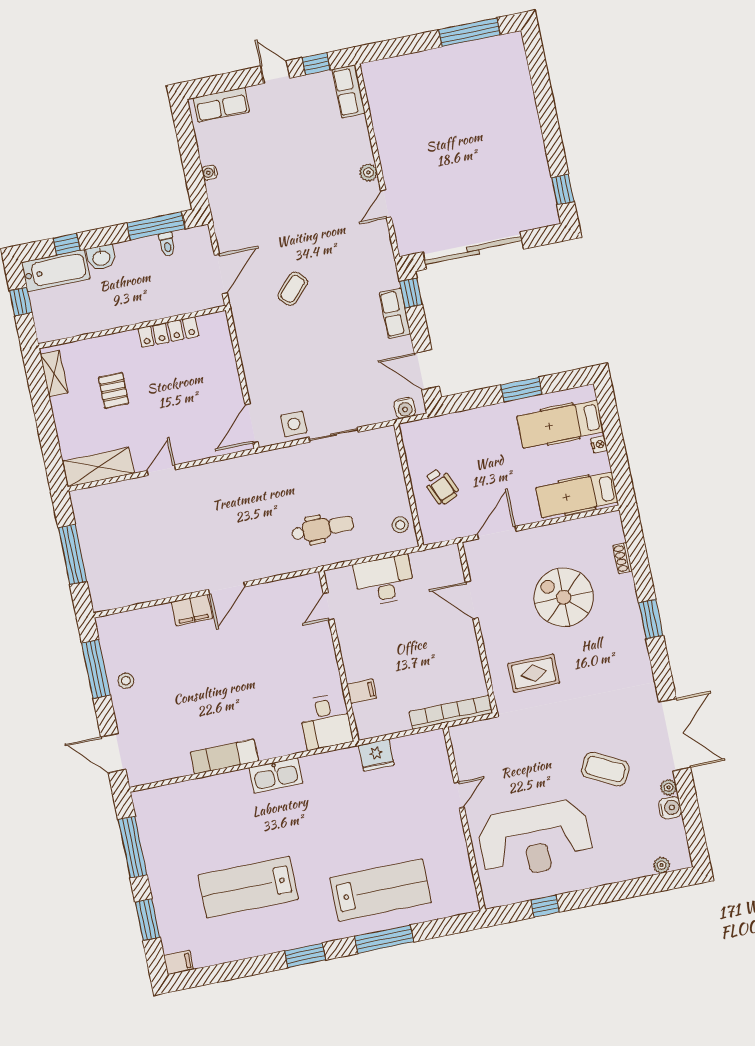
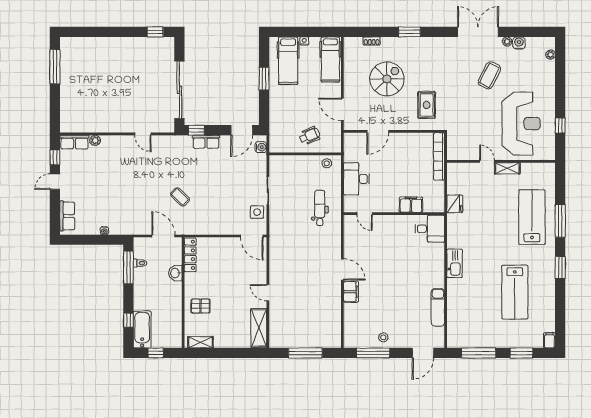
plant: (368, 173) -> (95, 140), moved
washbasin: (101, 257) -> (175, 273), moved, turned 180
locker: (168, 332) -> (190, 255), moved
pallet: (114, 390) -> (200, 306), moved
spiral stairs: (564, 597) -> (387, 79), turned 180
filing cabinet: (362, 691) -> (411, 205), width x2.00
exam couch: (224, 757) -> (438, 307), moved
shelving: (454, 832) -> (507, 168), added

